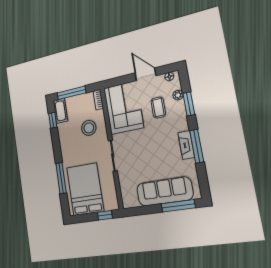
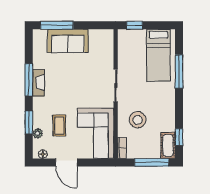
bed: (85, 189) -> (158, 55), width x0.67
sofa: (165, 191) -> (68, 41), width x0.73

